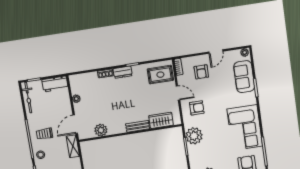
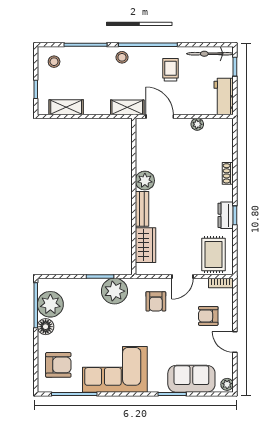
dresser: (123, 72) -> (226, 215), moved
plant: (101, 130) -> (145, 181), moved
trolley: (44, 134) -> (170, 70), moved

